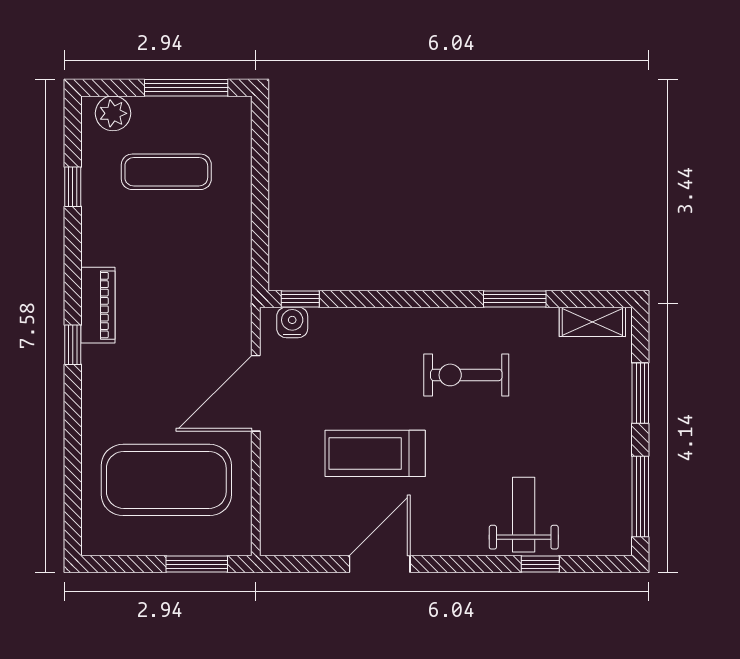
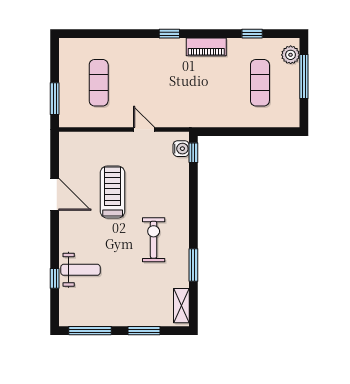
window: (186, 88) -> (304, 76), moved
piano: (98, 305) -> (206, 47), moved
door: (256, 393) -> (144, 129), width x0.53
exercise mat: (166, 480) -> (99, 83), width x0.50, depth x0.69

